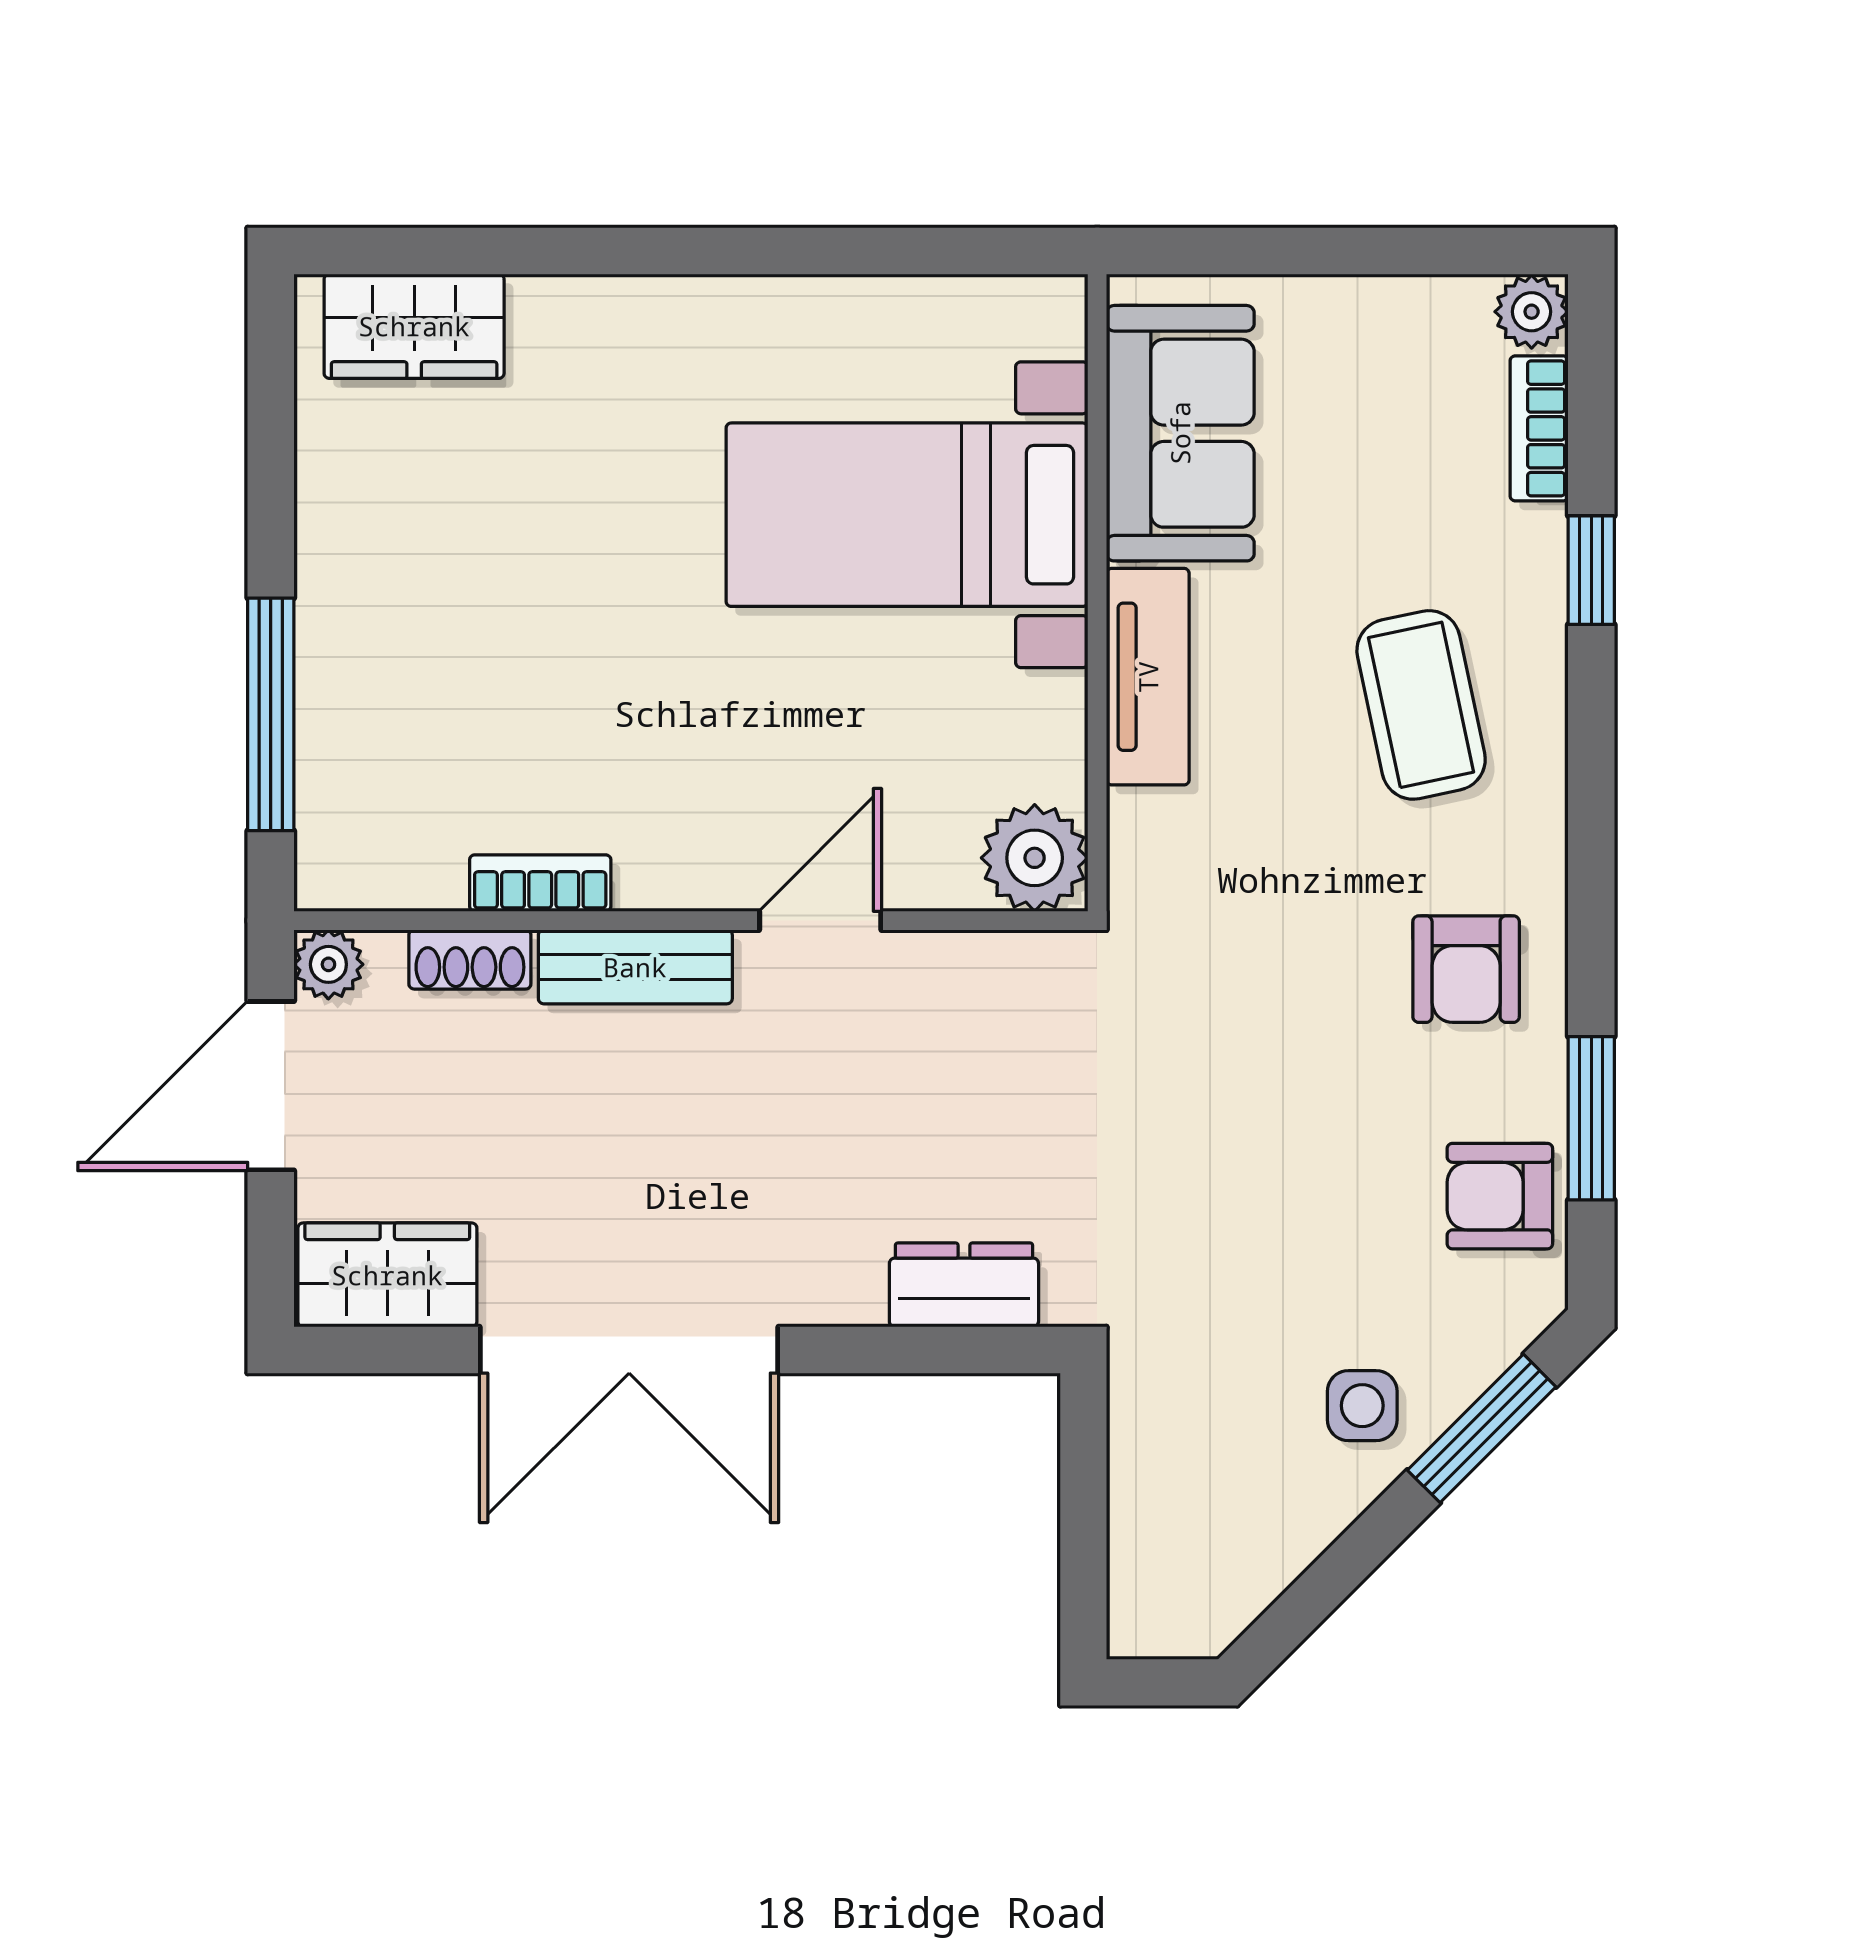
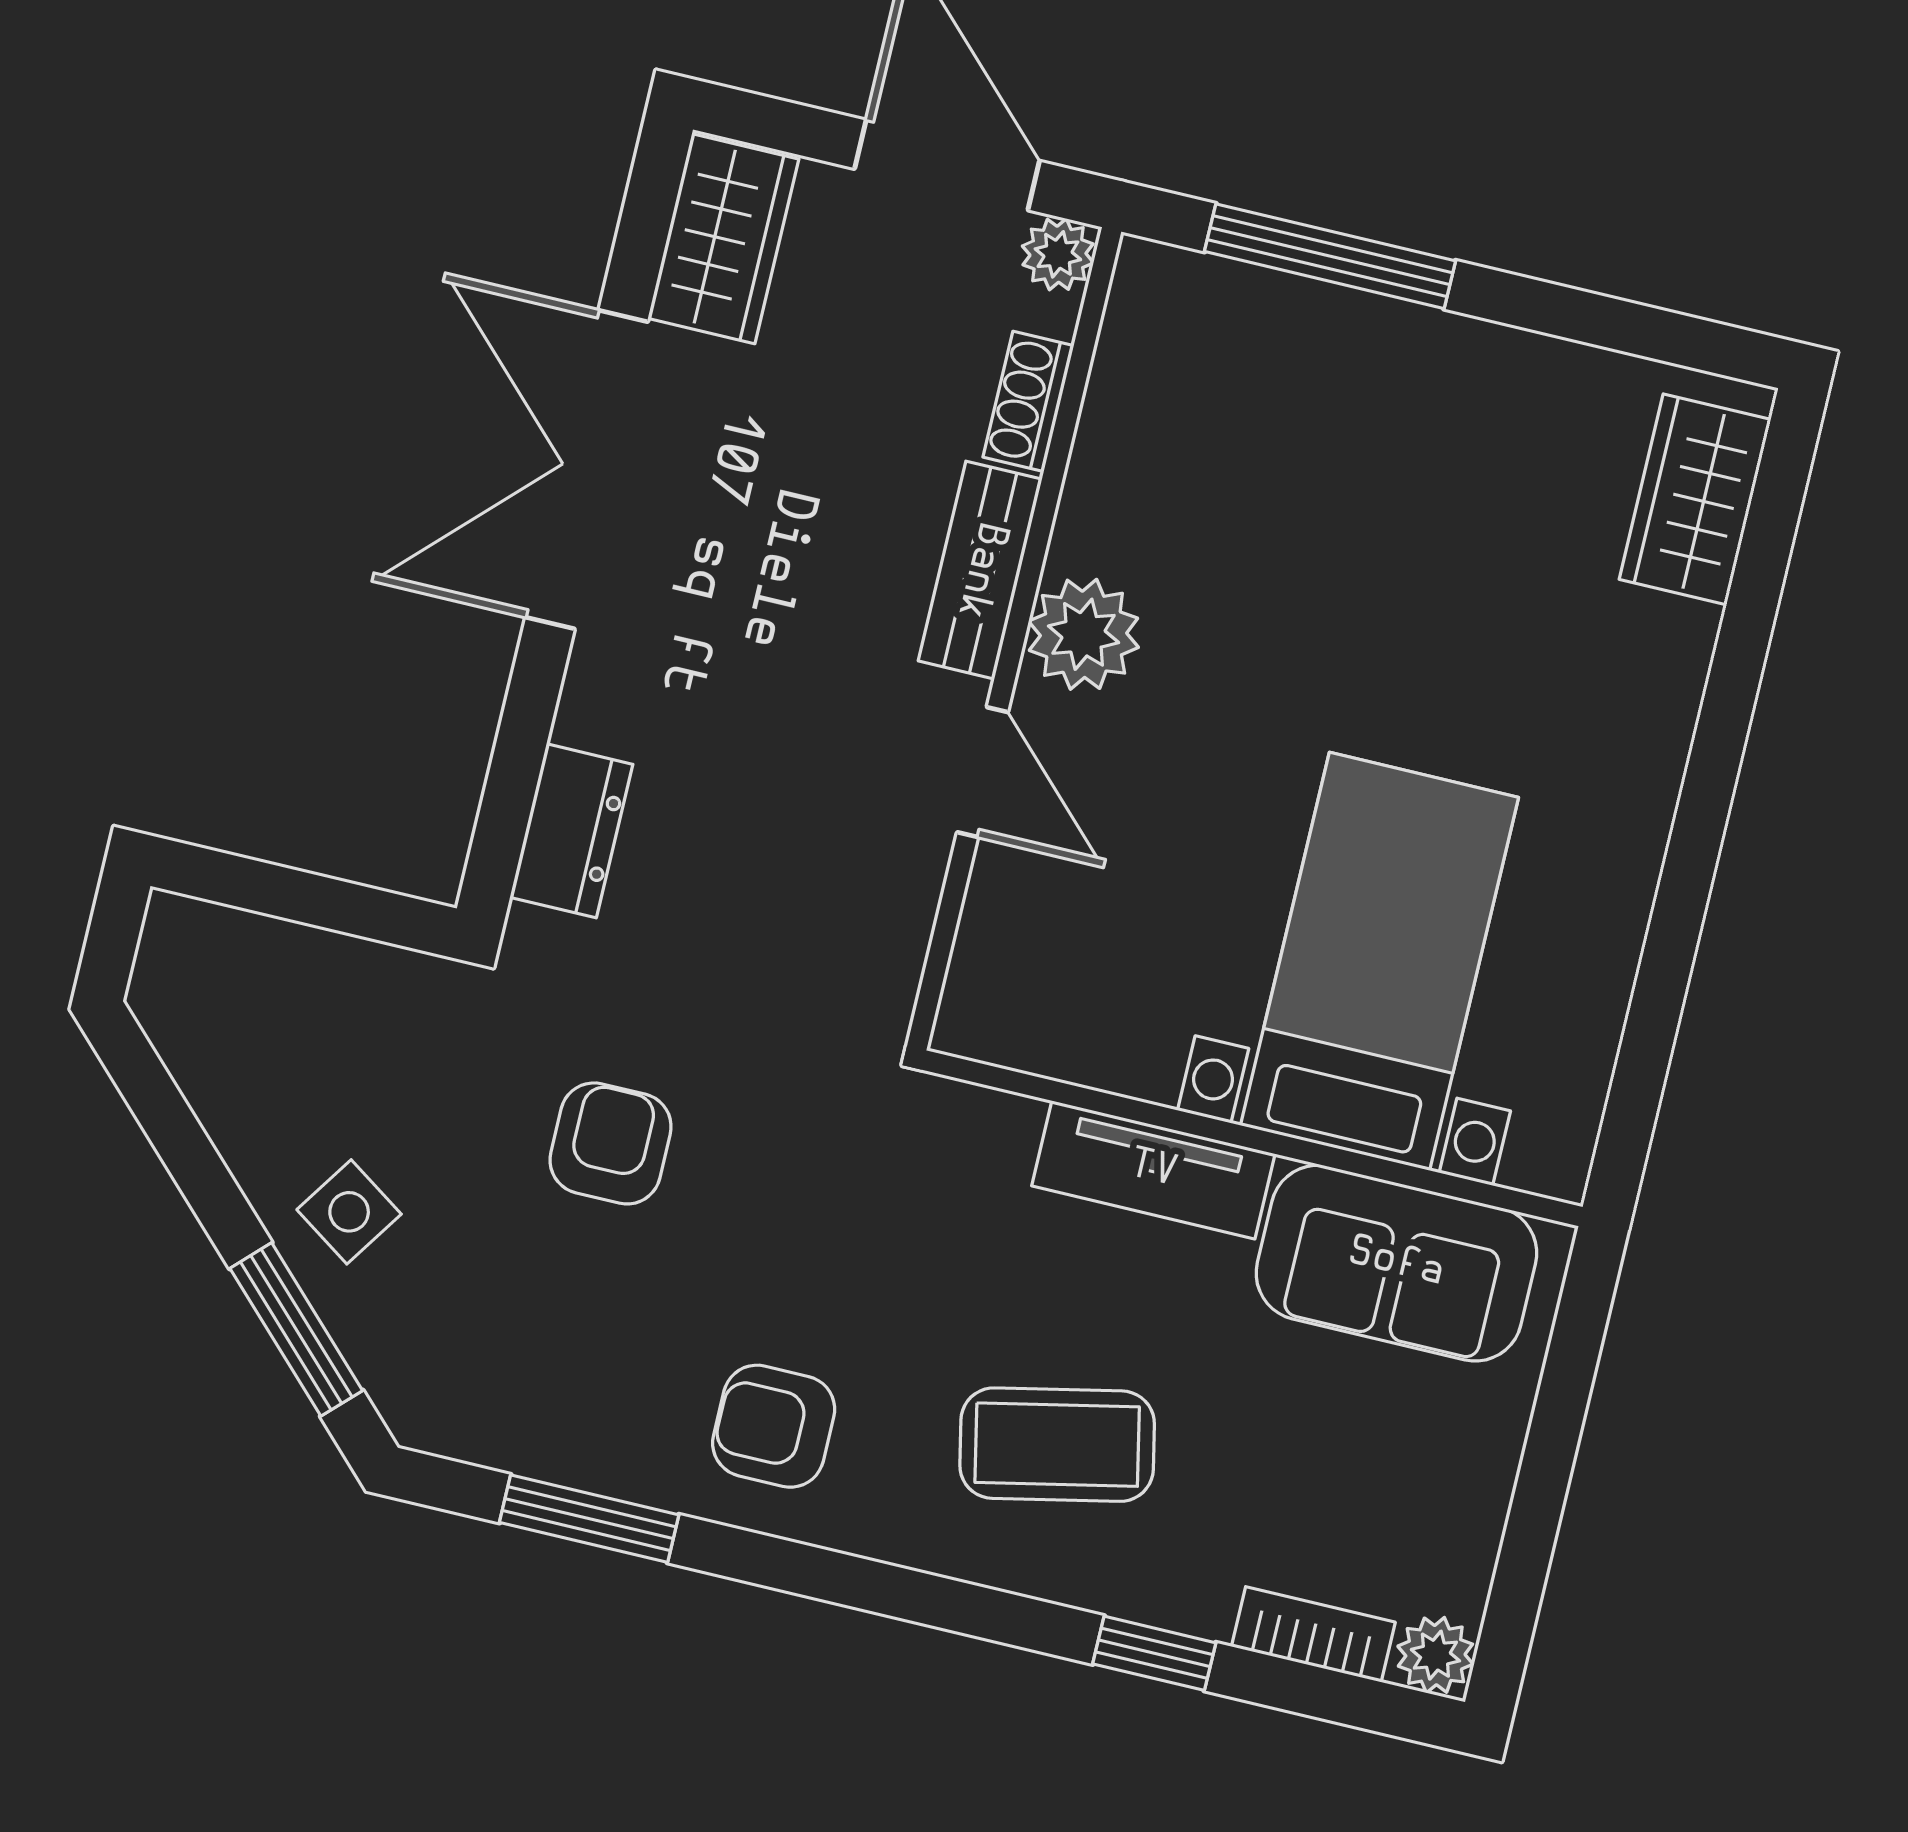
plant: (1035, 858) -> (1084, 634), moved
bookcase: (540, 883) -> (1090, 493), removed
armchair: (1500, 1196) -> (611, 1143), moved
side table: (1362, 1406) -> (349, 1212), turned 34

